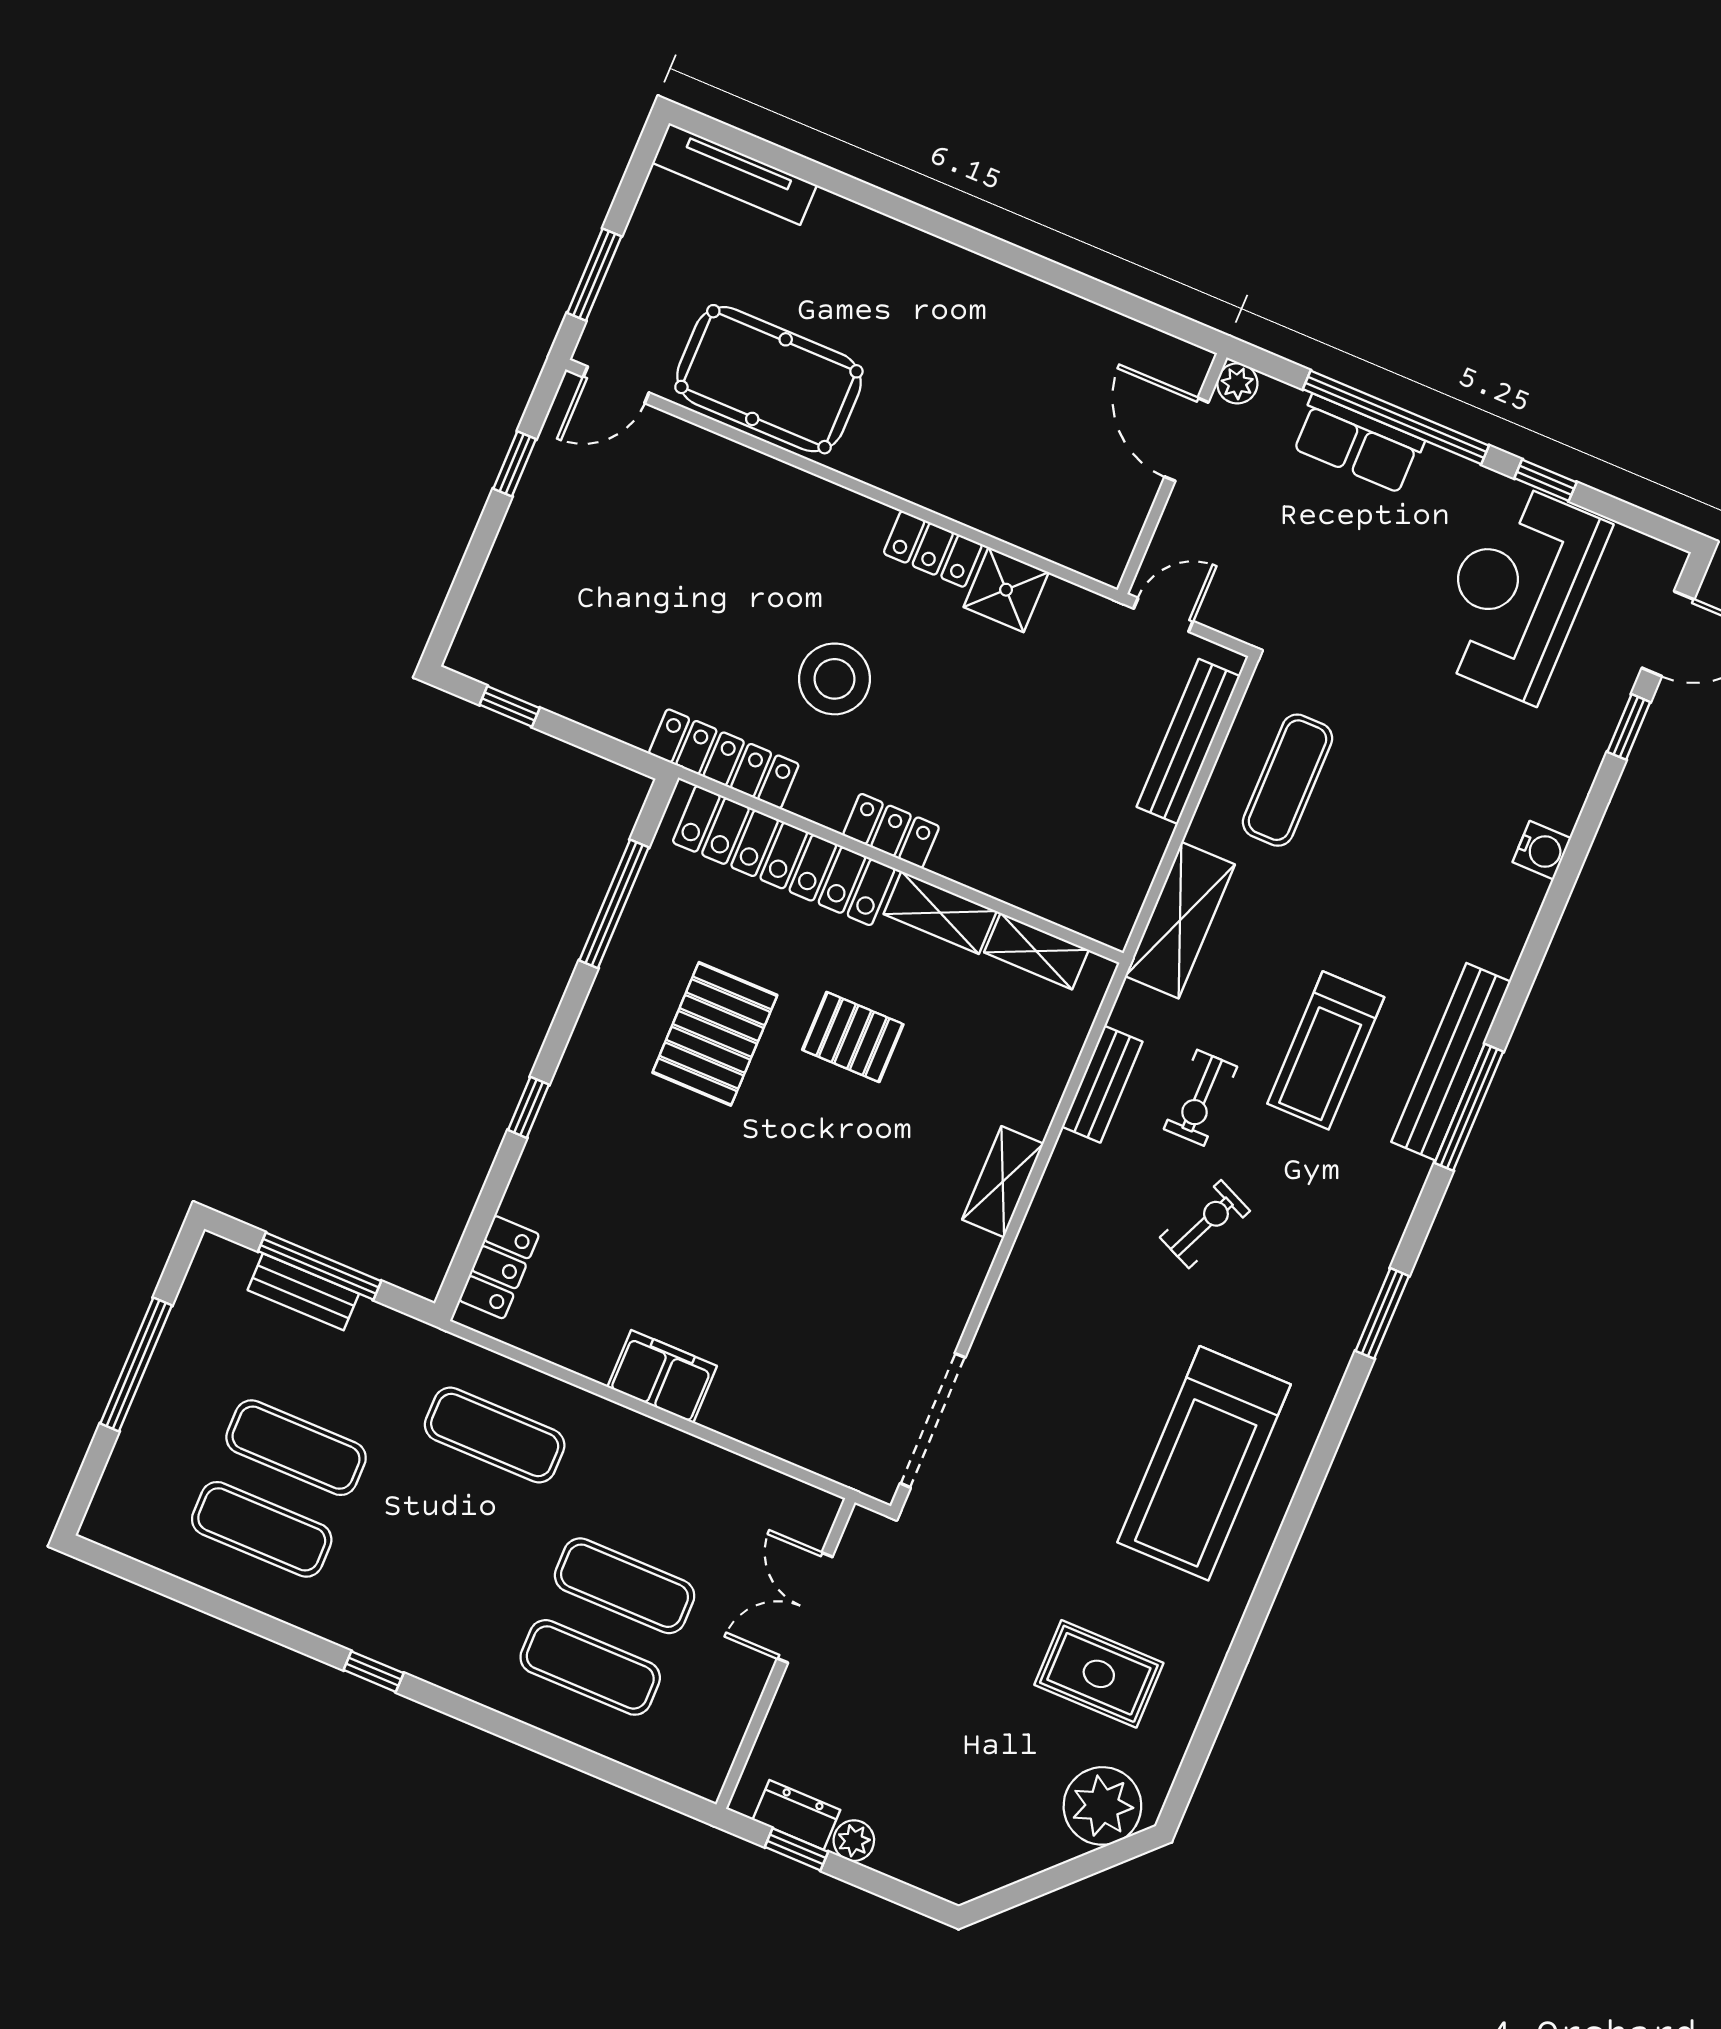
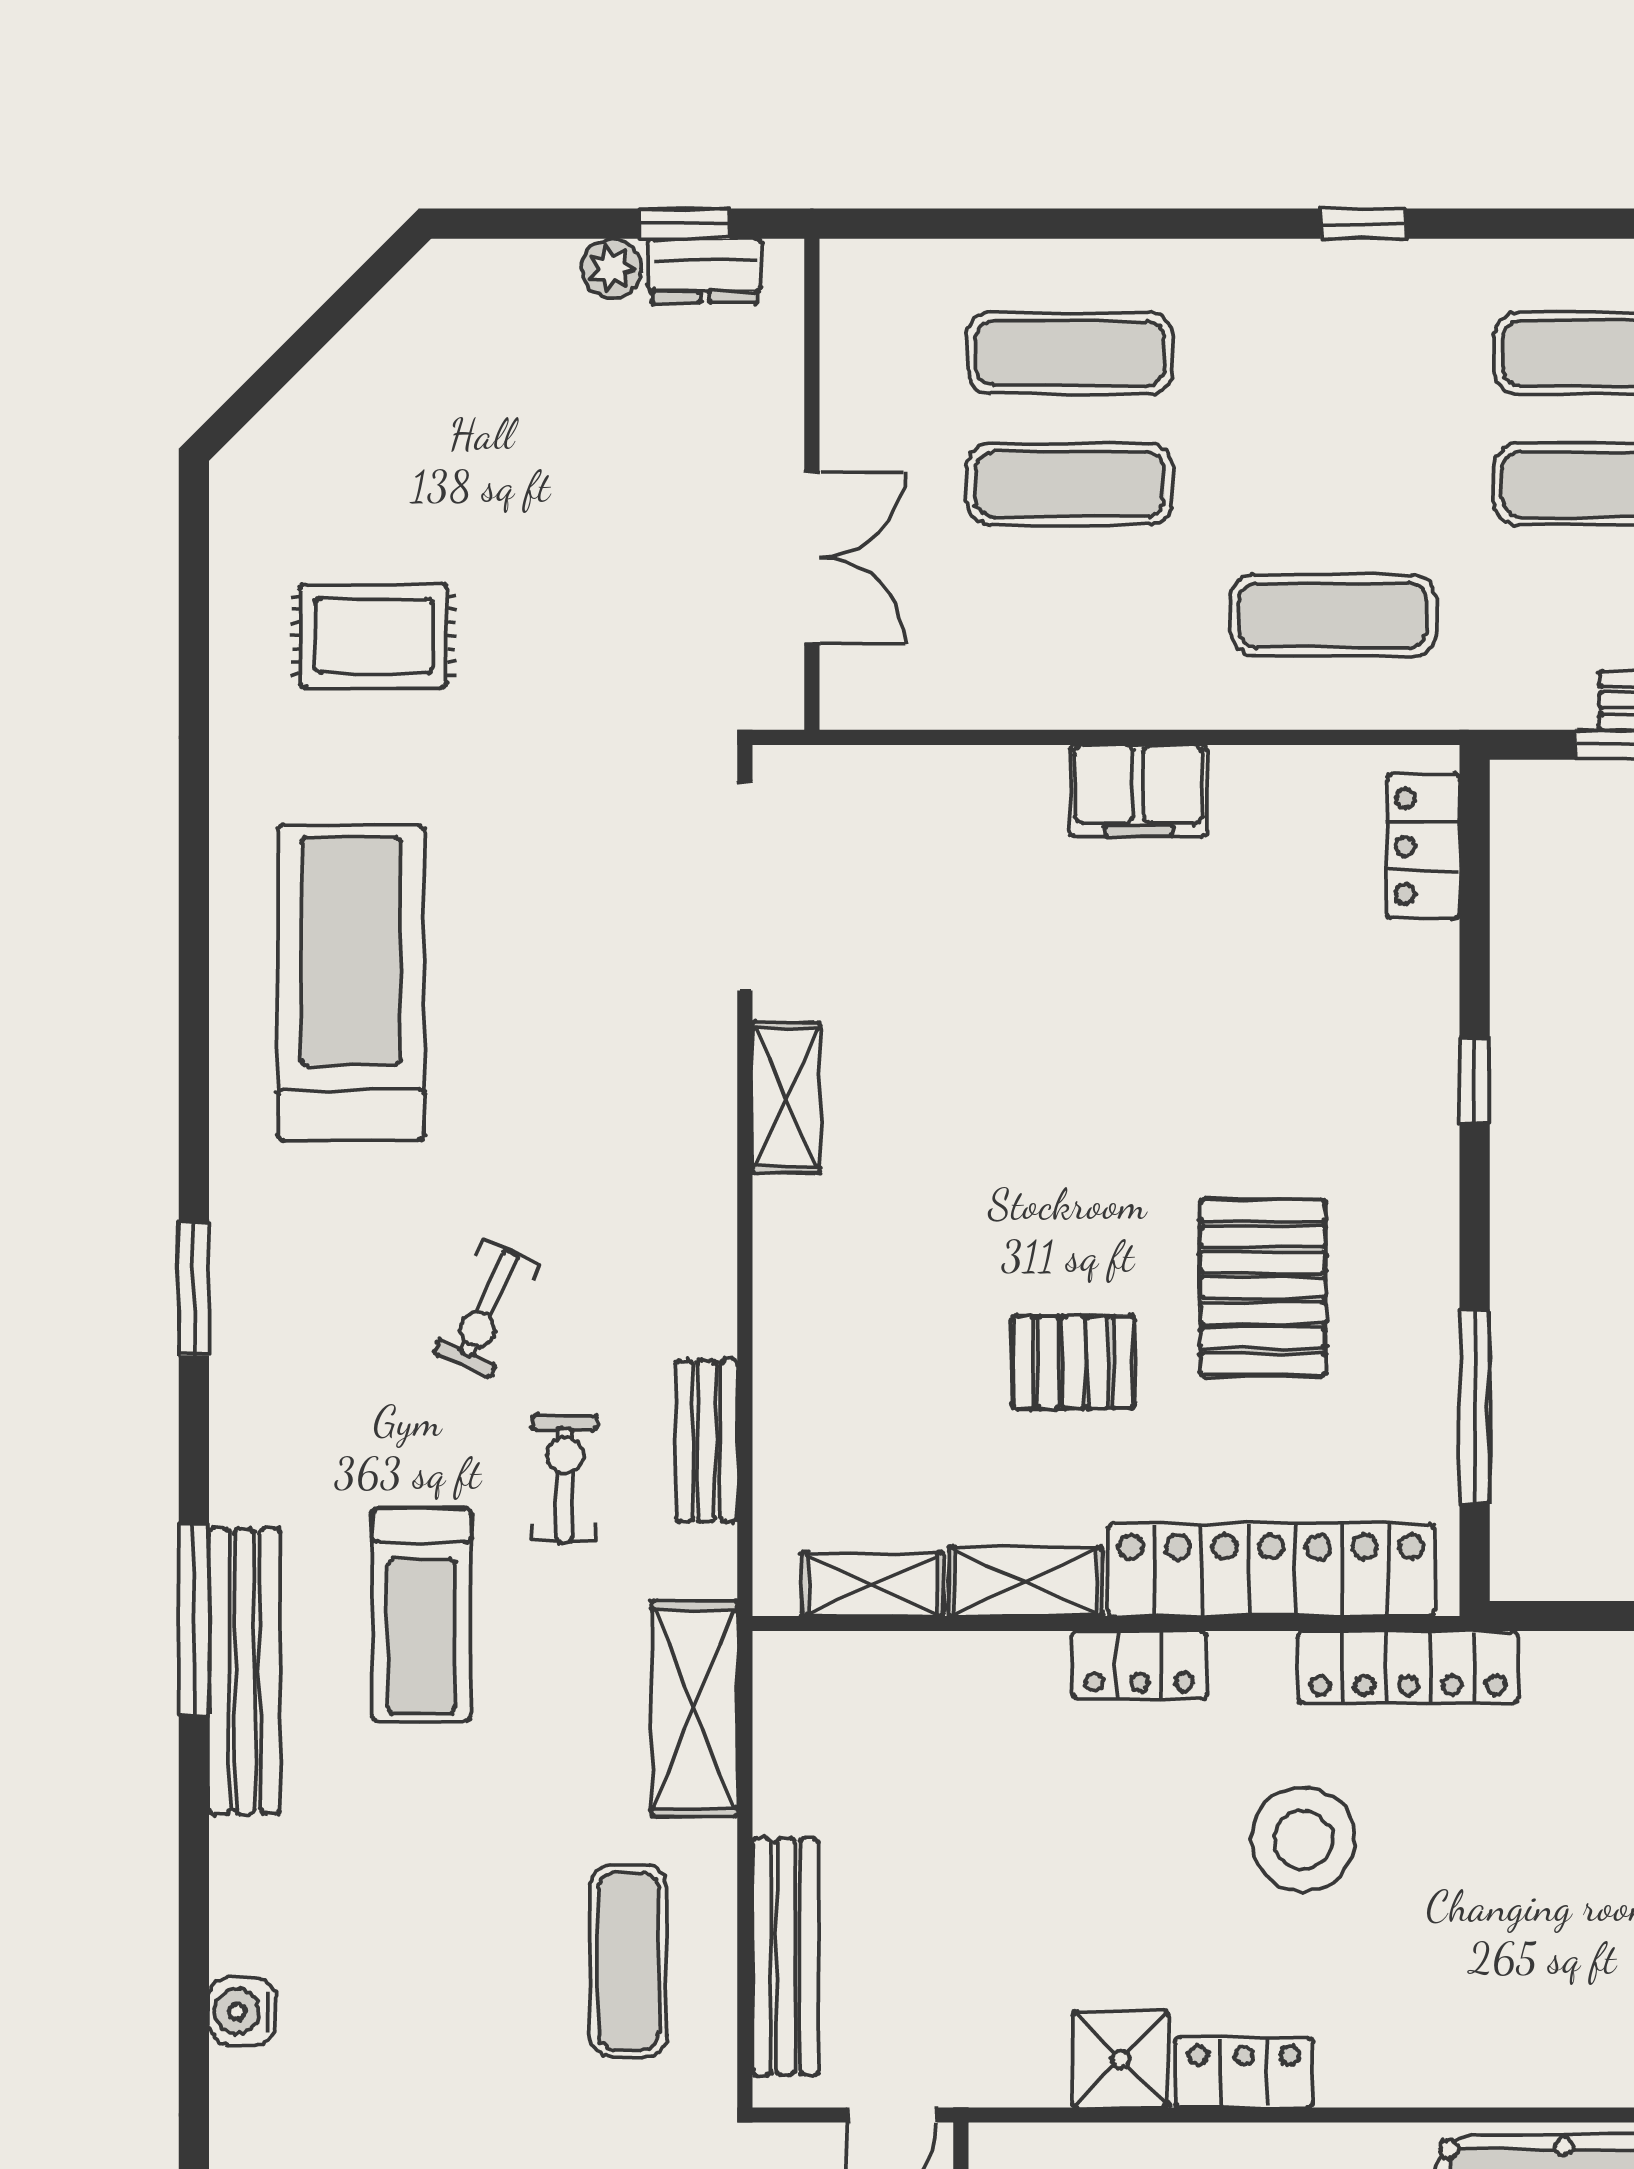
treadmill: (1326, 1050) -> (421, 1615), turned 180
shelving: (1003, 1182) -> (786, 1097), moved
plant: (1102, 1806) -> (293, 458), removed

